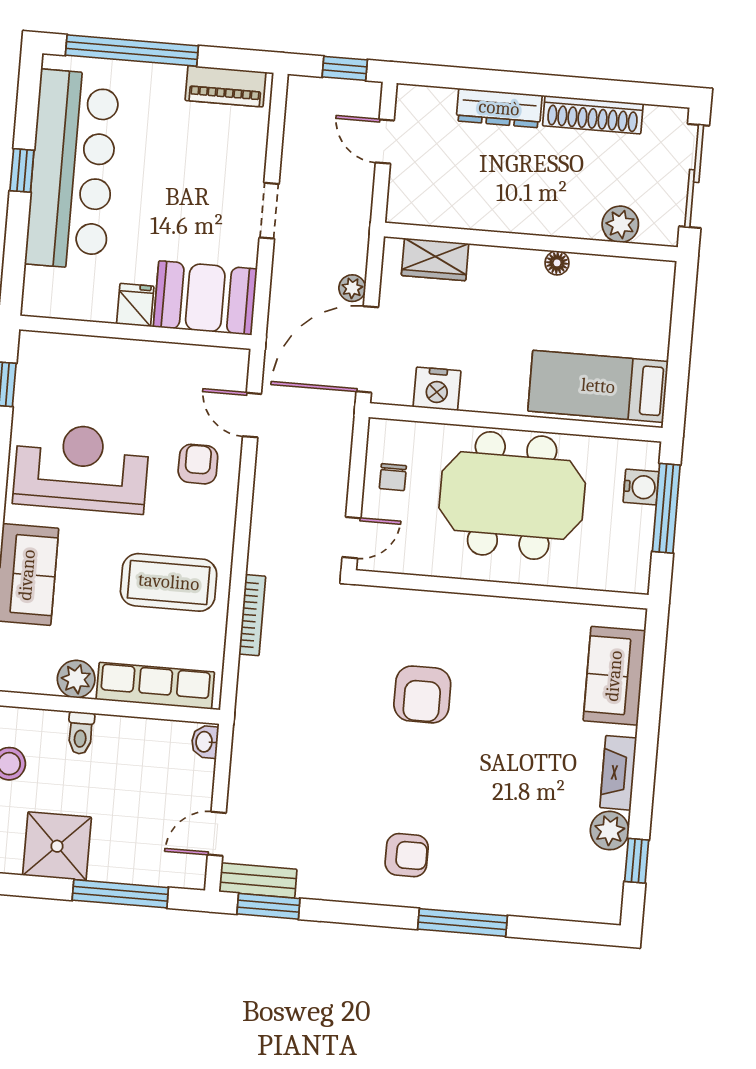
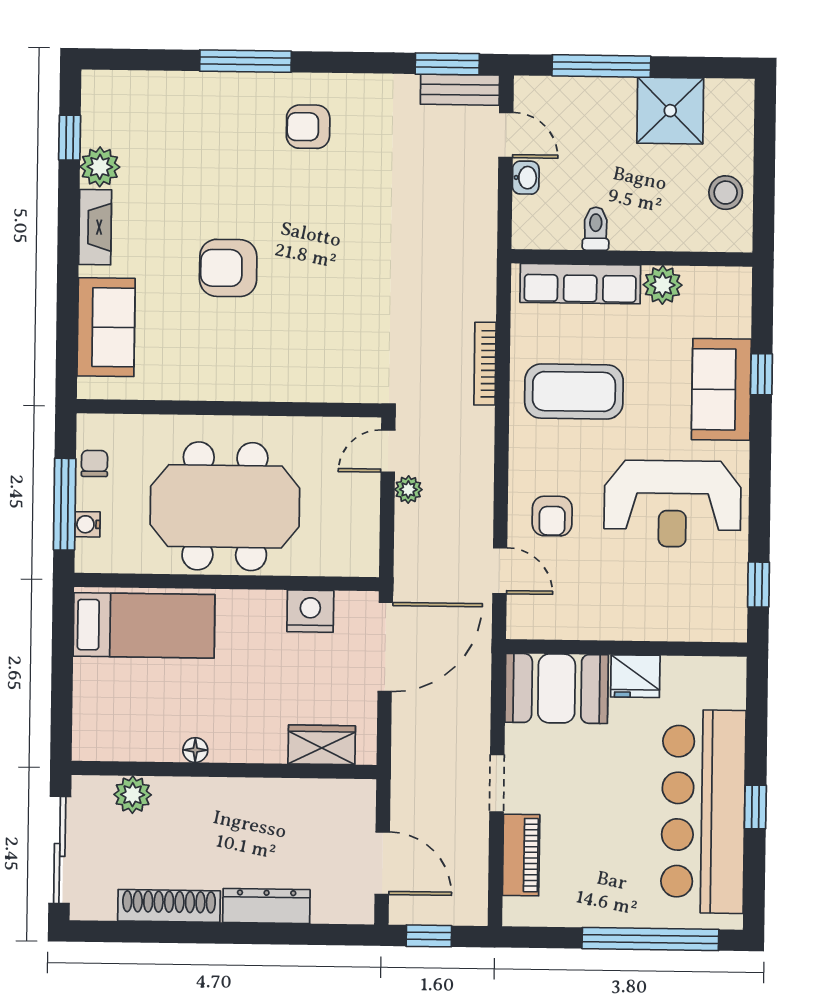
piano: (226, 86) -> (521, 855), moved, turned 90
door: (385, 142) -> (382, 863), width x1.38
plant: (352, 288) -> (408, 489), moved
fridge: (135, 305) -> (635, 676), width x1.38
chair: (393, 477) -> (94, 463), moved
water cooler: (641, 487) -> (87, 524), width x0.72, depth x0.72
armchair: (422, 694) -> (228, 268), moved, turned -90
toilet: (81, 733) -> (596, 229), moved
washbasin: (205, 742) -> (526, 178), moved
door: (217, 834) -> (506, 135), hinge flipped

